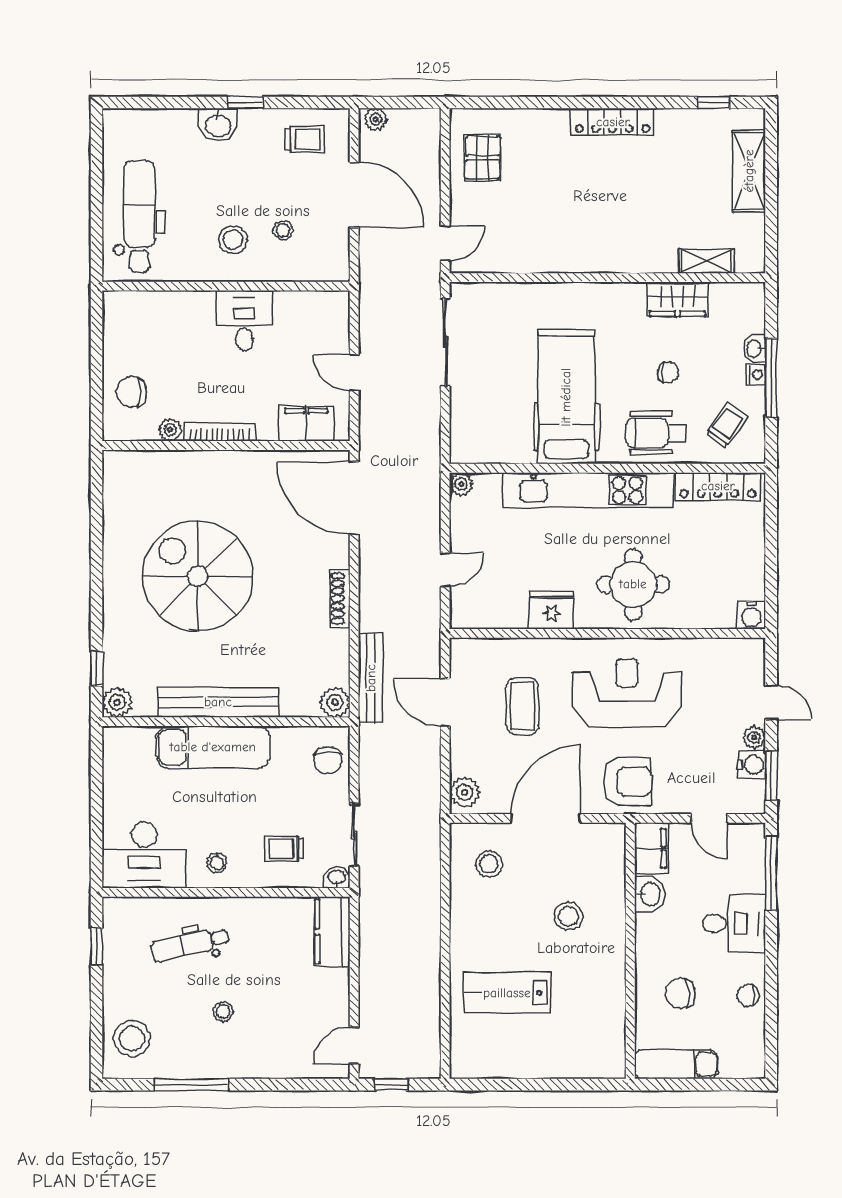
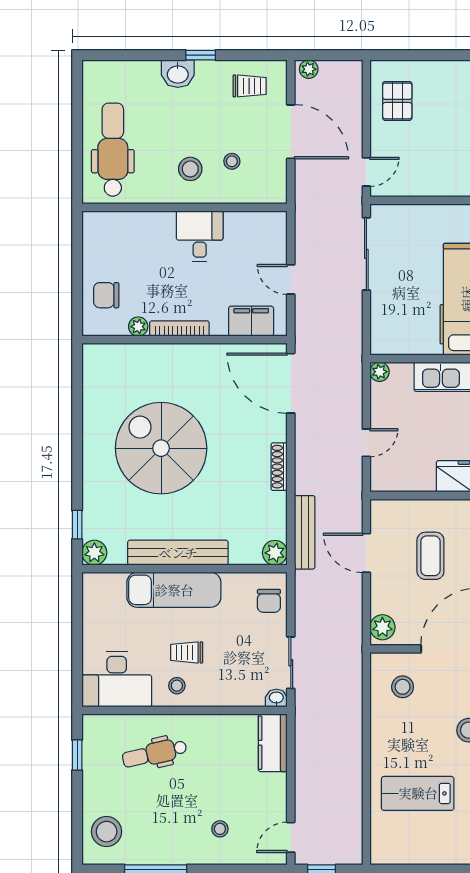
trolley: (284, 848) -> (187, 652), moved
stool: (223, 1012) -> (220, 829), moved

